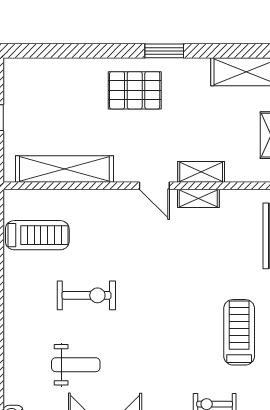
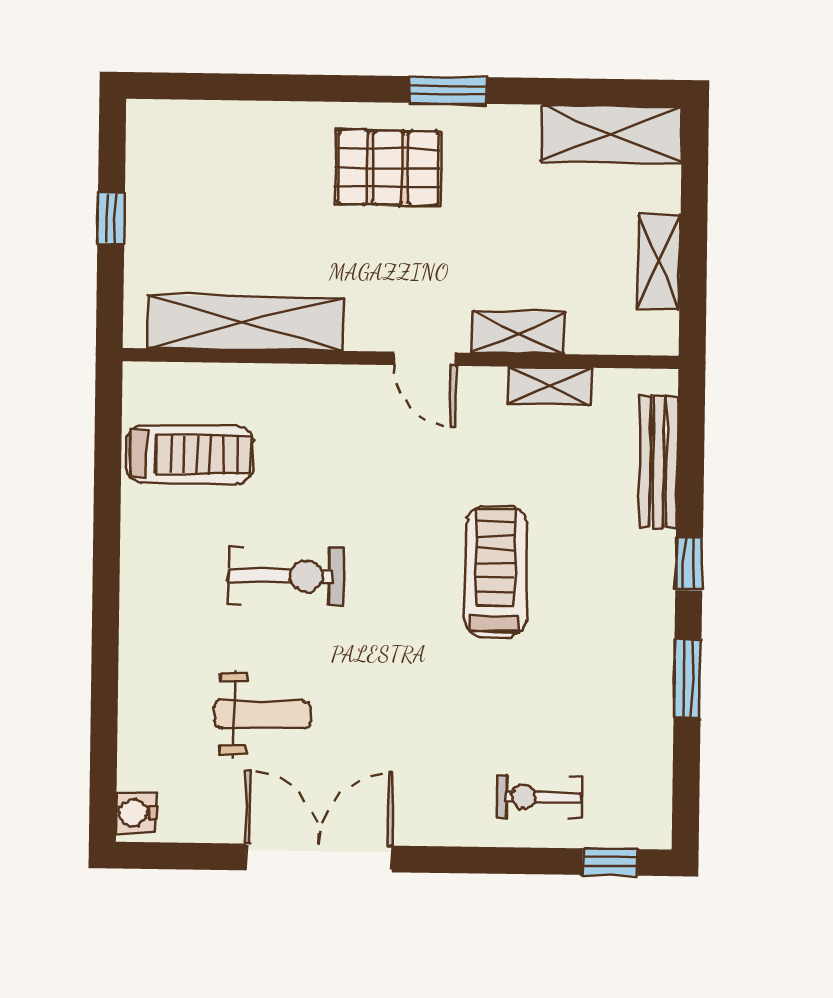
shelving: (198, 198) -> (549, 386), moved
treadmill: (239, 332) -> (495, 571), moved

